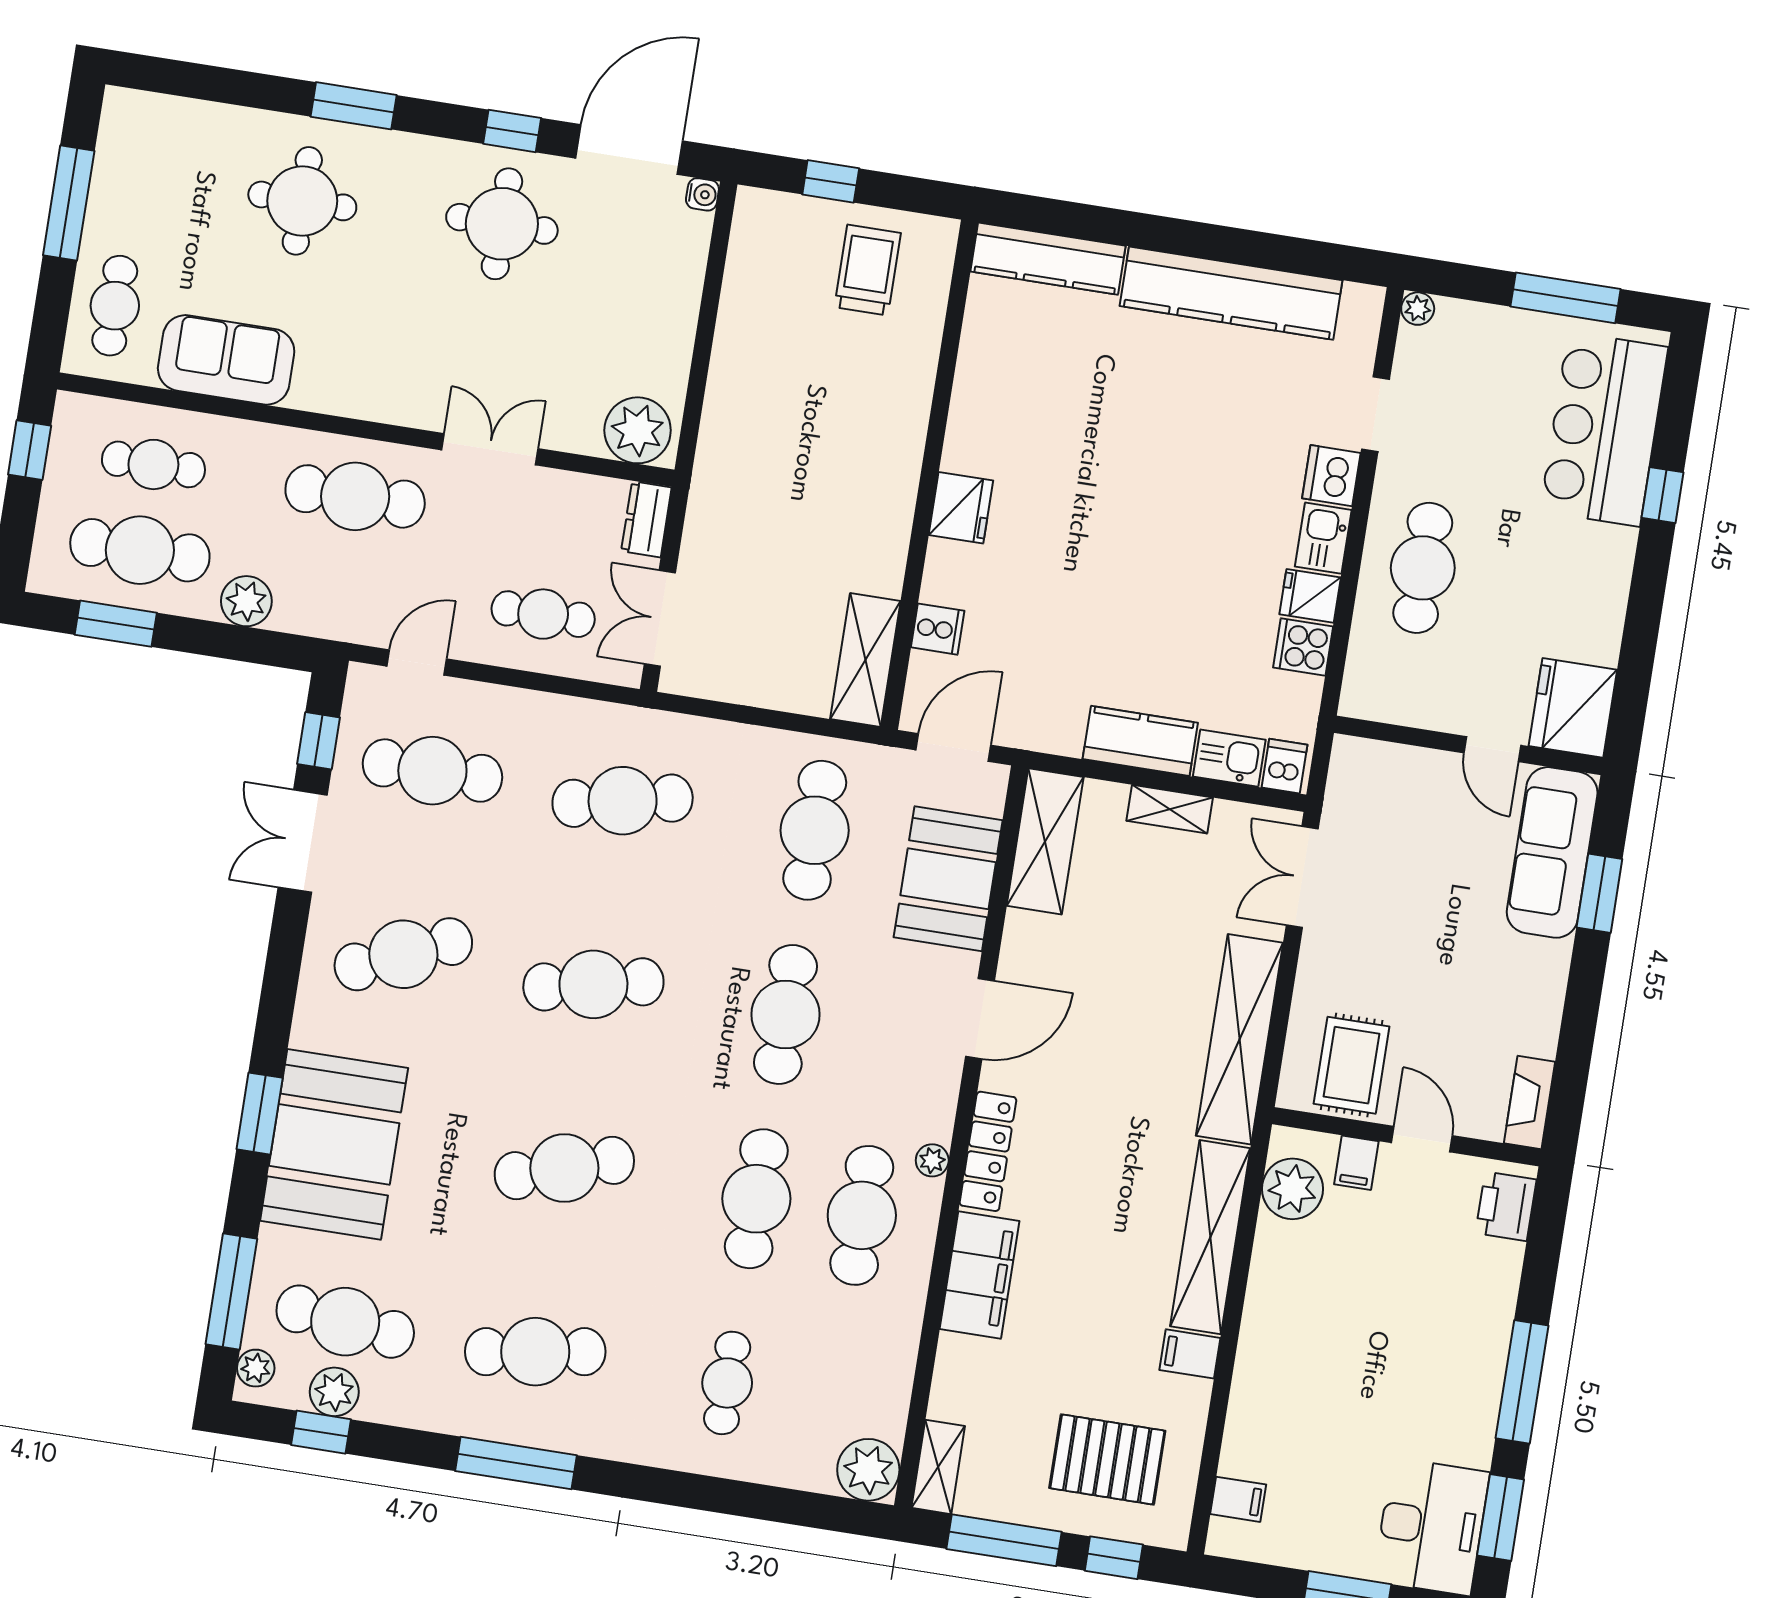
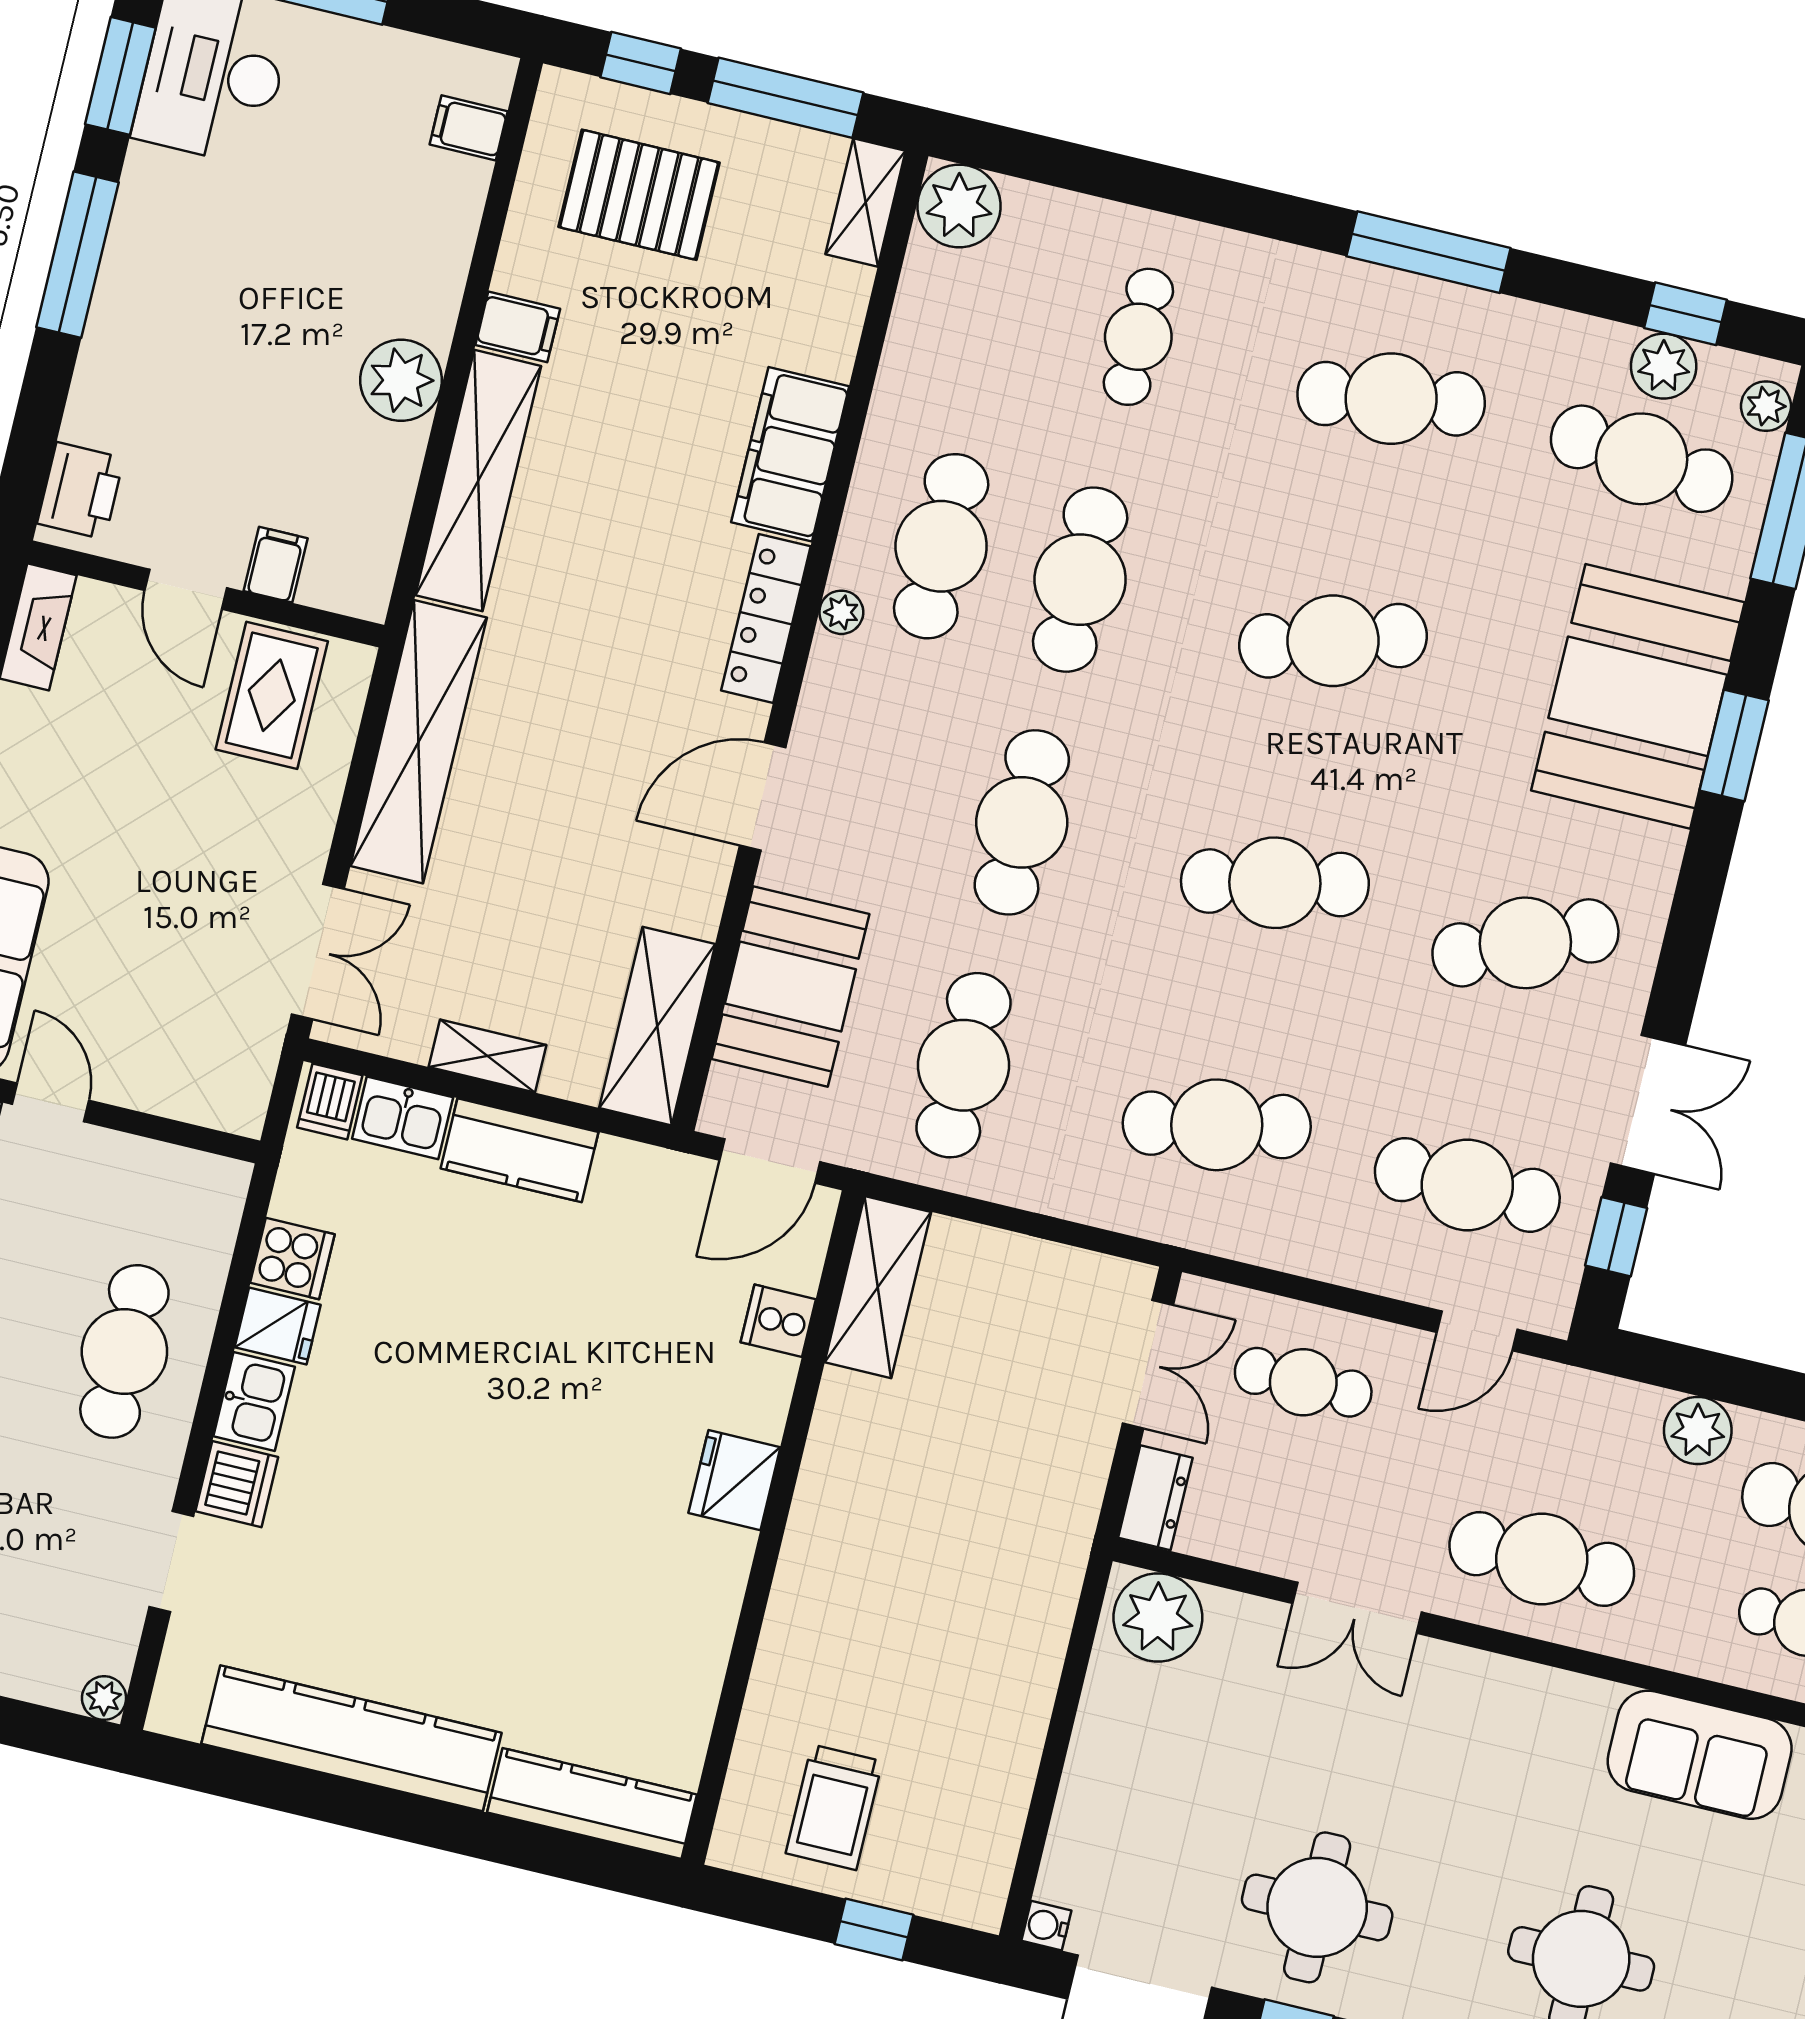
plant: (1292, 1189) -> (401, 380), moved

